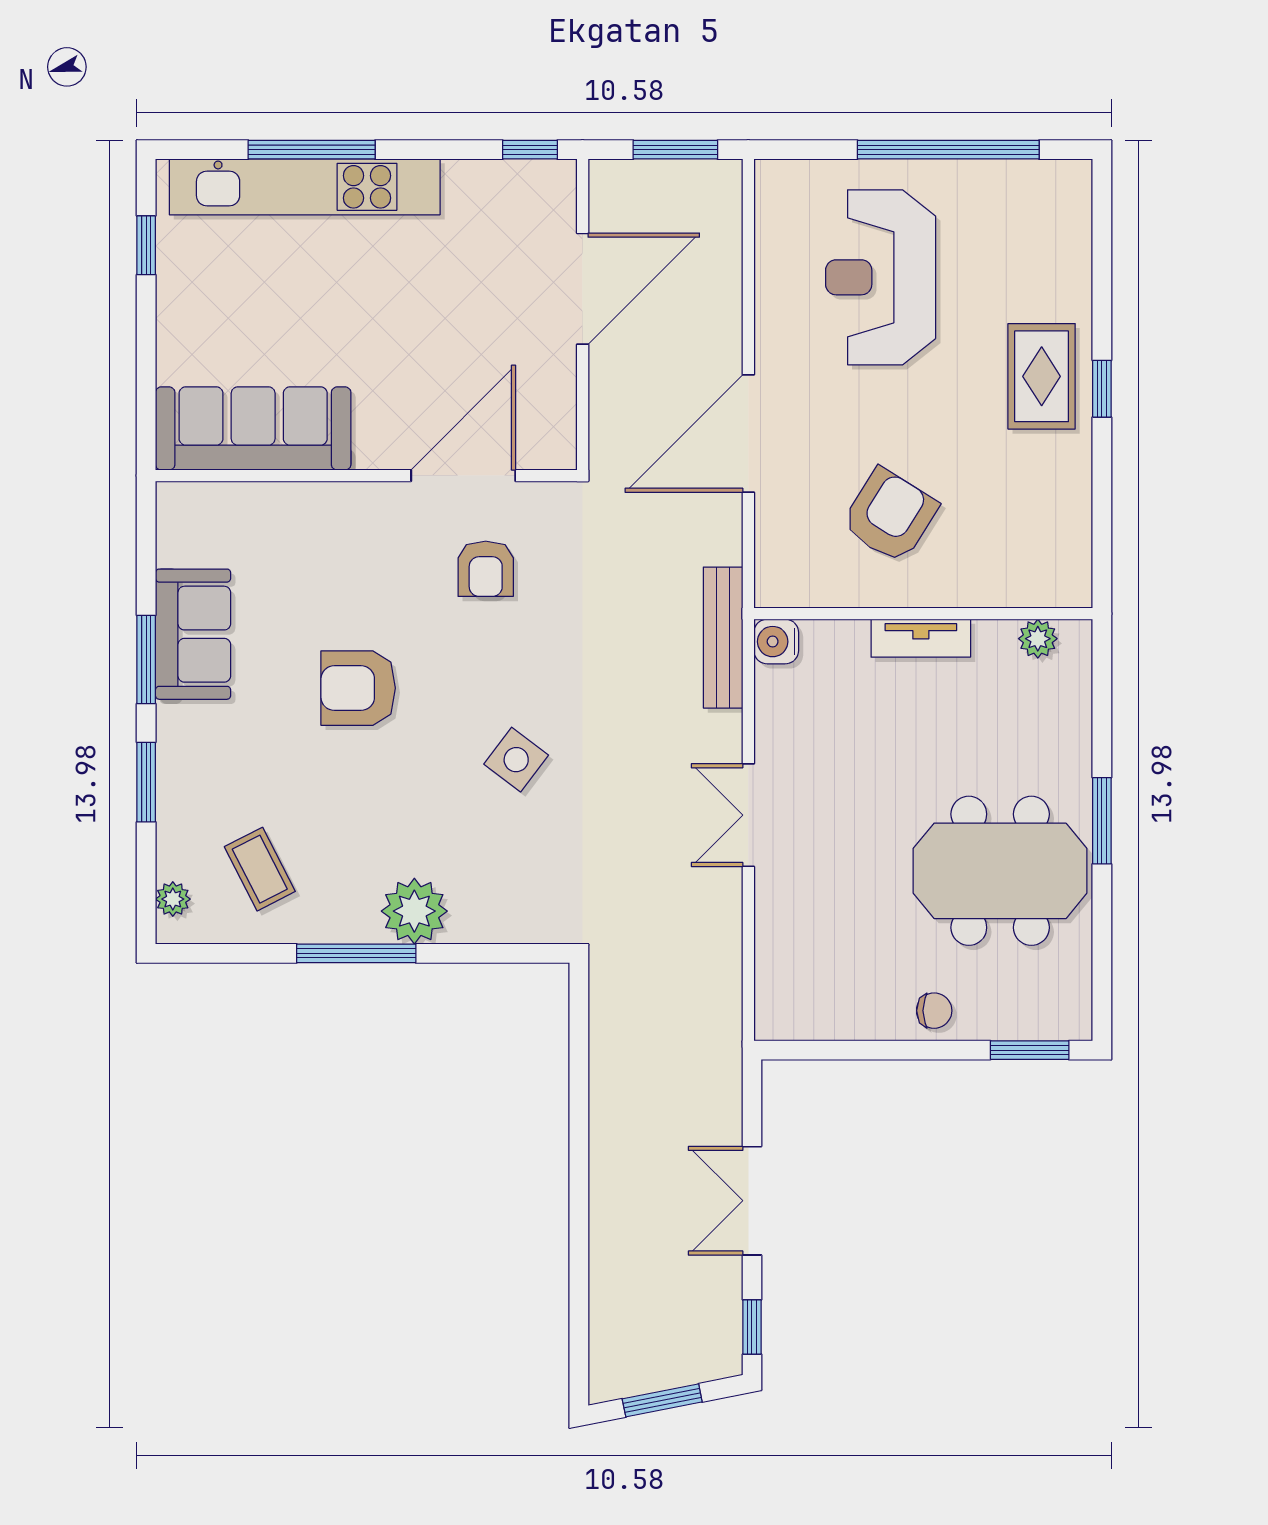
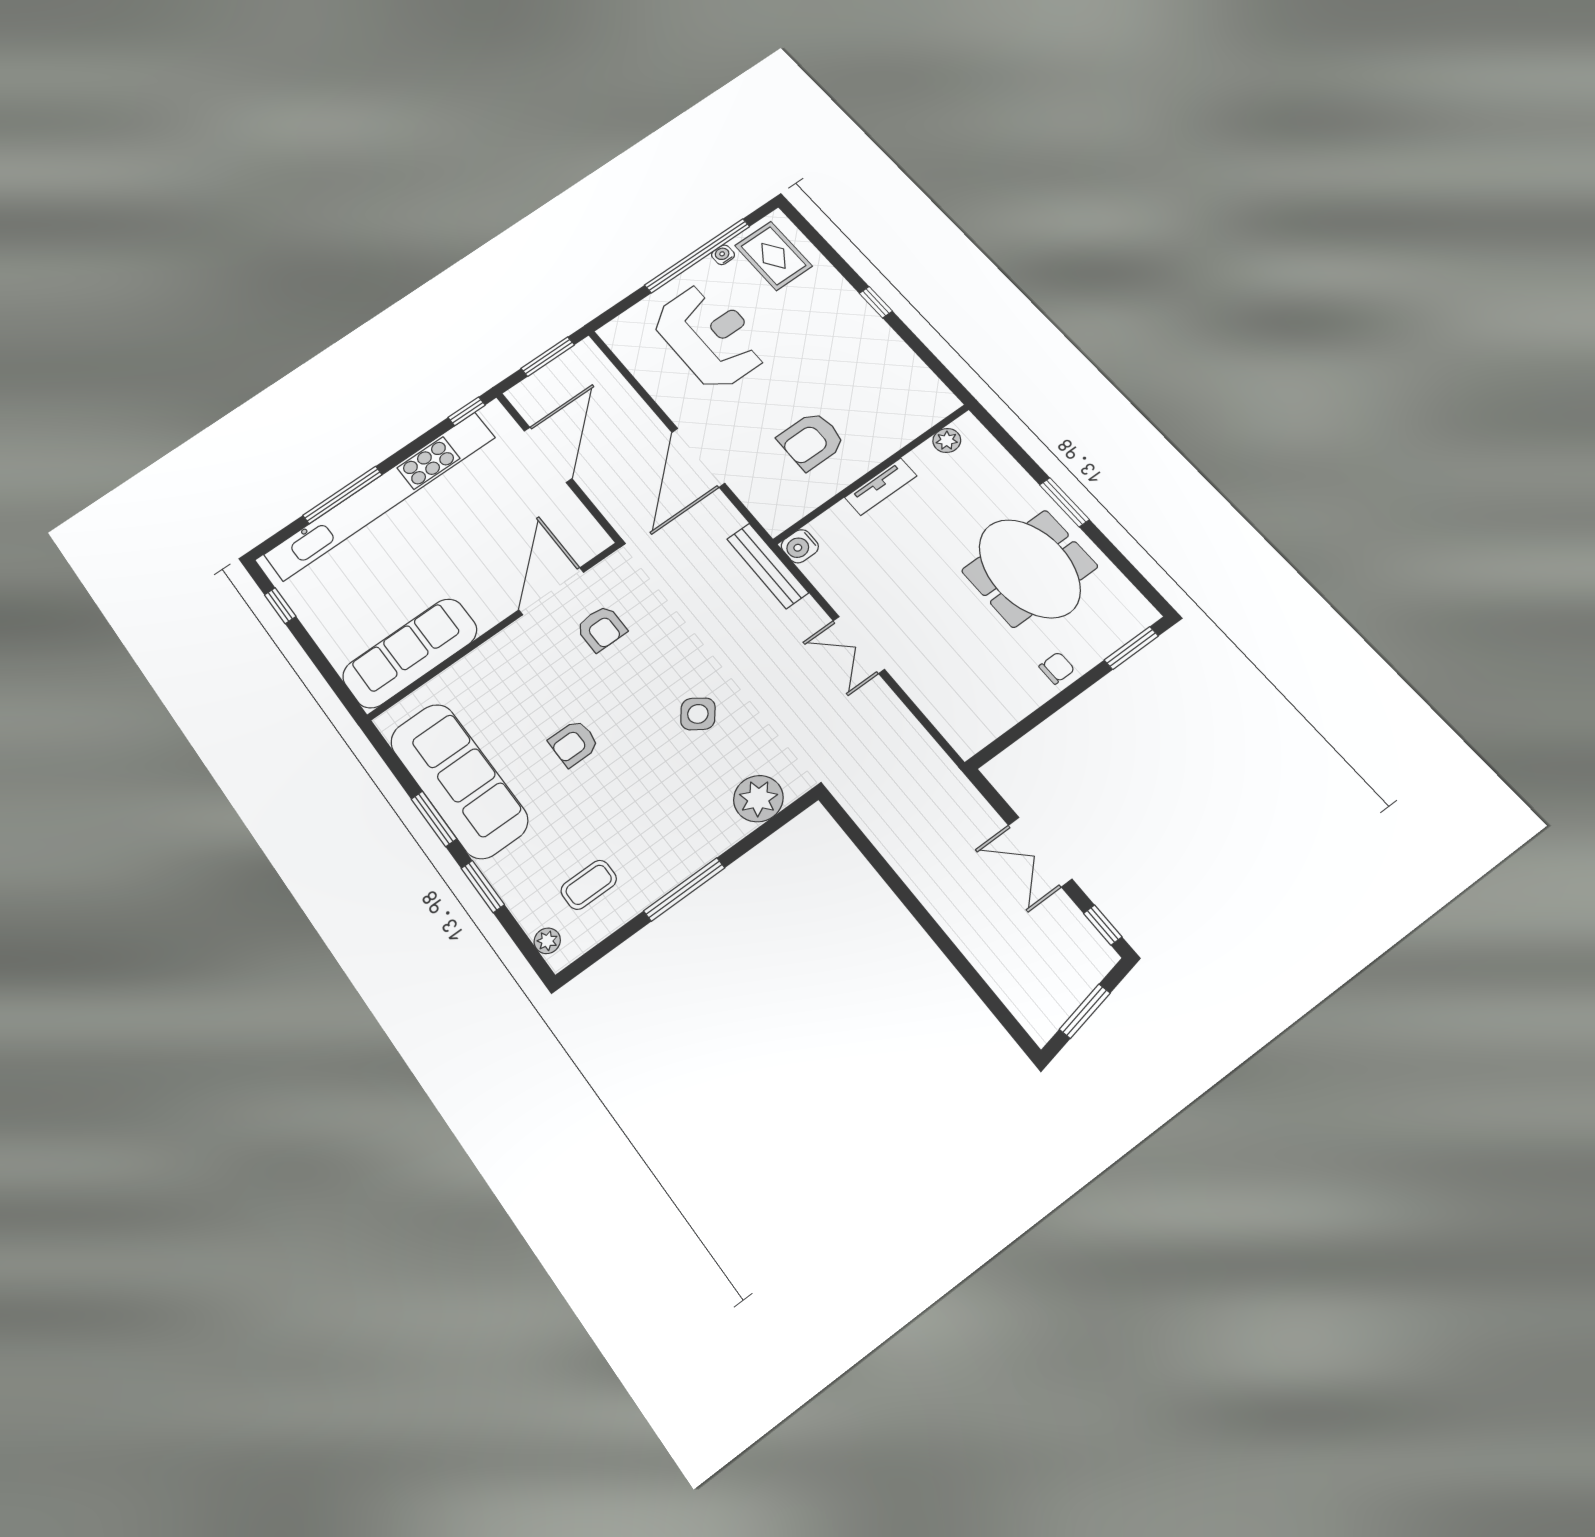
water cooler: (979, 174) -> (723, 255), added
kitchen unit: (305, 187) -> (380, 496), width x1.36
reception desk: (881, 277) -> (710, 336), turned 180
rug: (1042, 376) -> (774, 256), moved
armchair: (890, 516) -> (811, 441), turned -122
sofa: (193, 634) -> (459, 781), width x1.85, depth x1.27
armchair: (358, 688) -> (574, 743), width x0.72, depth x0.72
coffee table: (260, 869) -> (589, 885), turned -63
meeting table: (1000, 871) -> (1030, 569), turned 90
plant: (414, 911) -> (758, 799), moved

